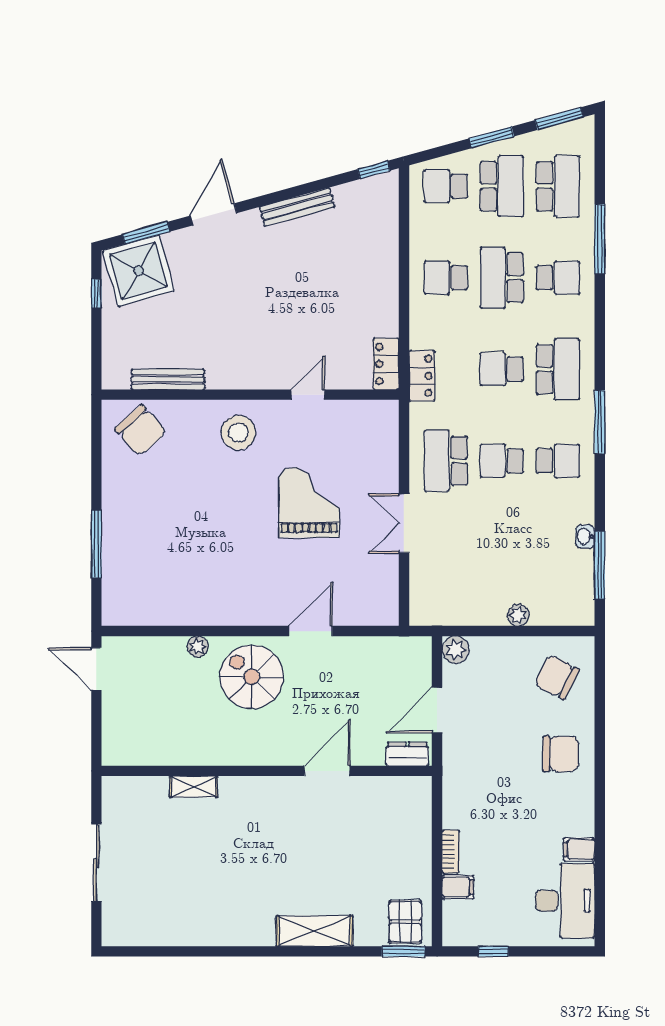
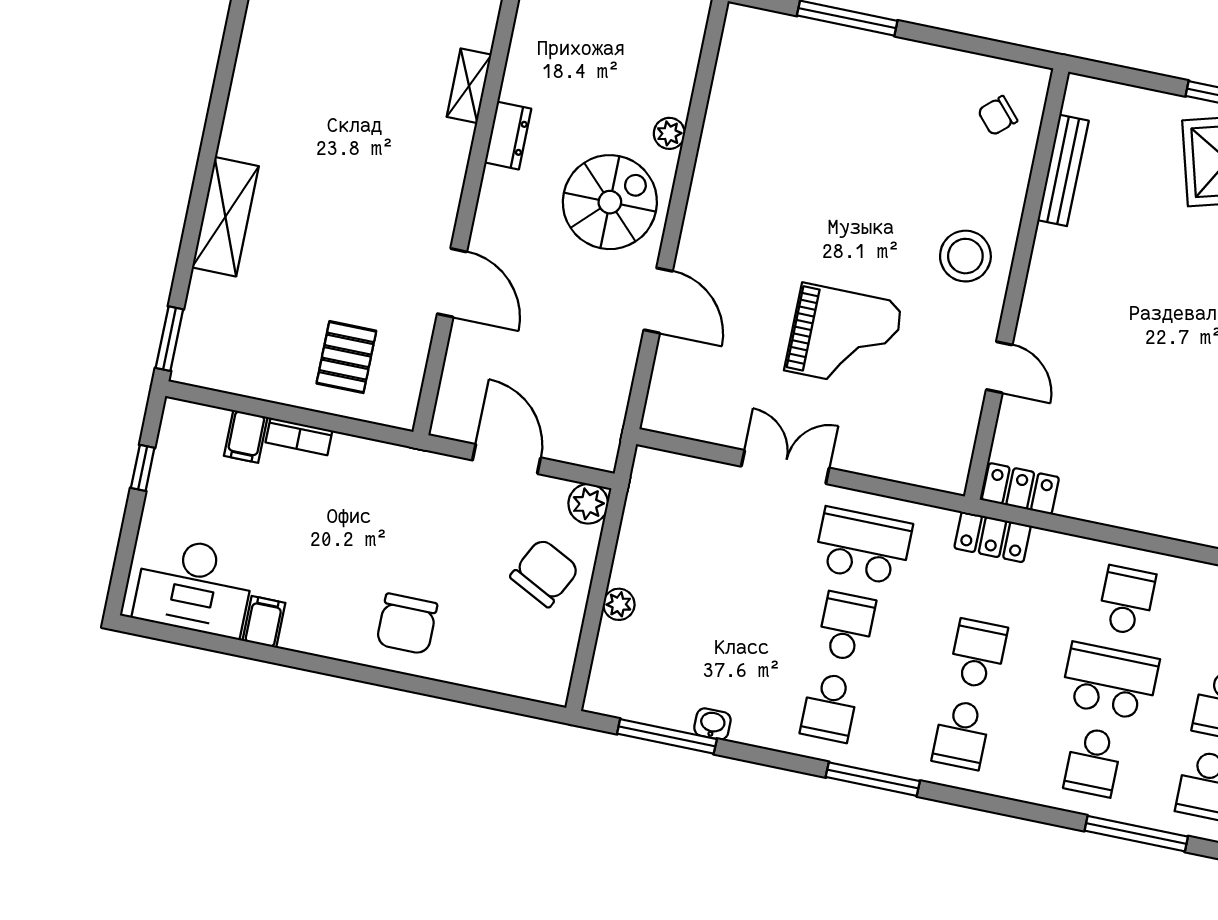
school desk: (558, 369) -> (961, 735), width x0.54
chair: (141, 430) -> (998, 116), width x0.54, depth x0.54
chair: (557, 677) -> (545, 573), moved
dresser: (407, 754) -> (508, 136), moved
pallet: (405, 922) -> (346, 357), moved, turned 90

